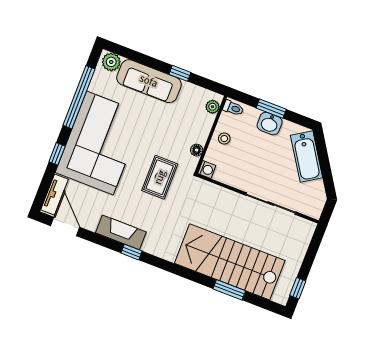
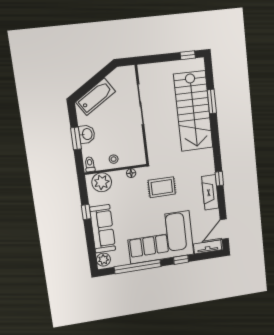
plant: (212, 107) -> (102, 182), width x1.88, depth x1.88
washing machine: (207, 169) -> (140, 159), removed

